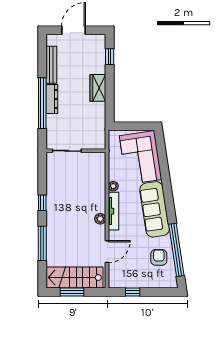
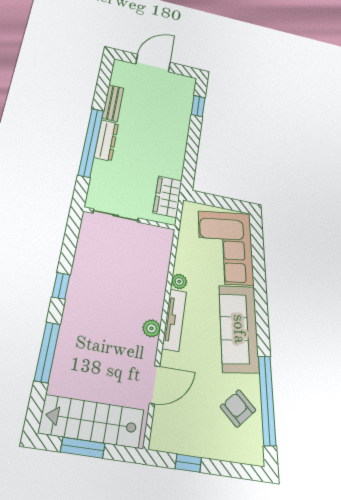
bench: (51, 65) -> (113, 103), width x0.73
wardrobe: (98, 88) -> (168, 197), moved
armchair: (159, 257) -> (238, 408), turned -48

